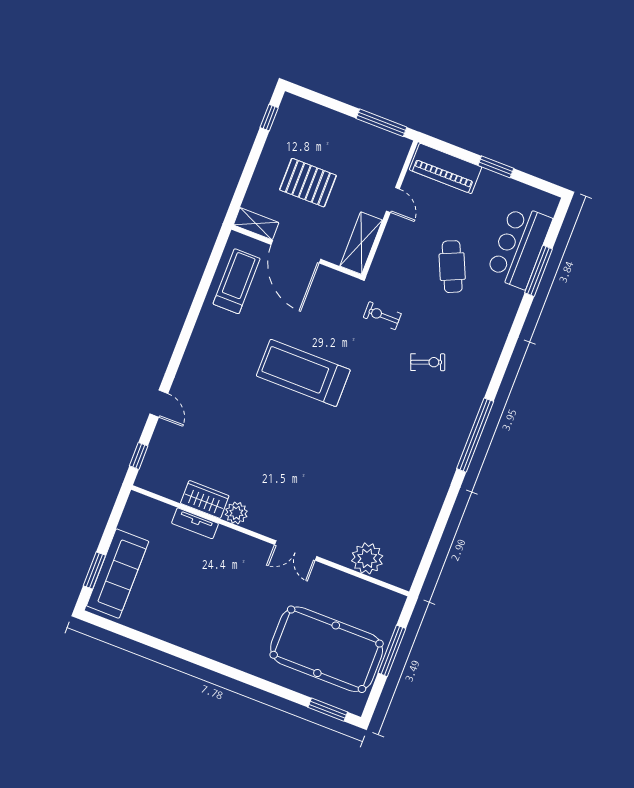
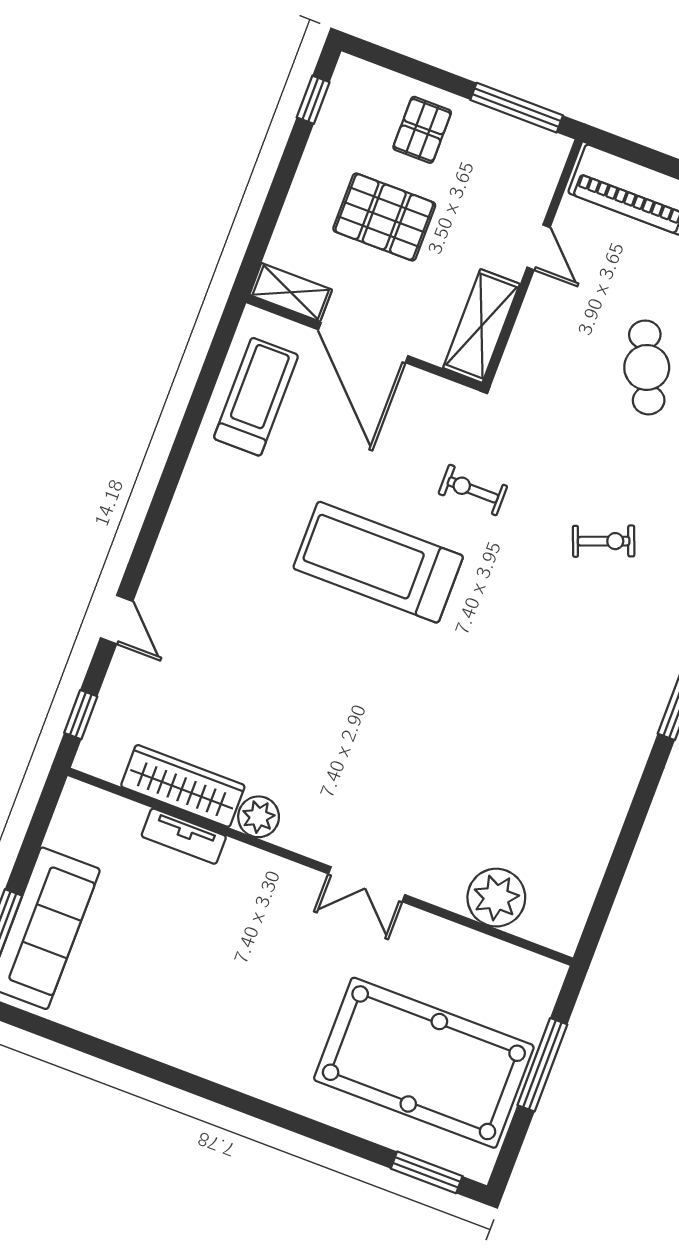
pallet: (329, 135) -> (422, 130), added
exercise bike: (382, 316) -> (473, 490), moved
wardrobe: (205, 499) -> (183, 786), width x1.50

